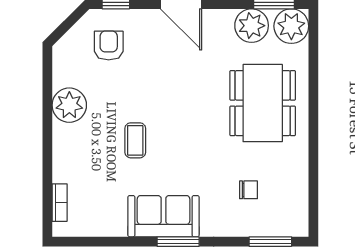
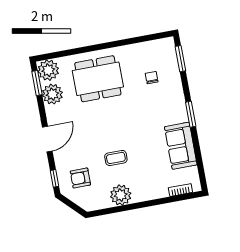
coffee table: (135, 140) -> (116, 158), moved
sofa: (163, 216) -> (181, 146), moved

